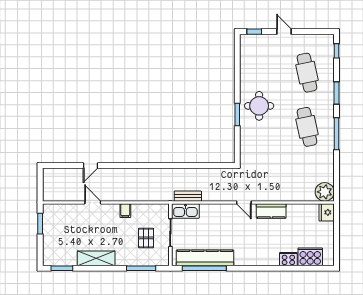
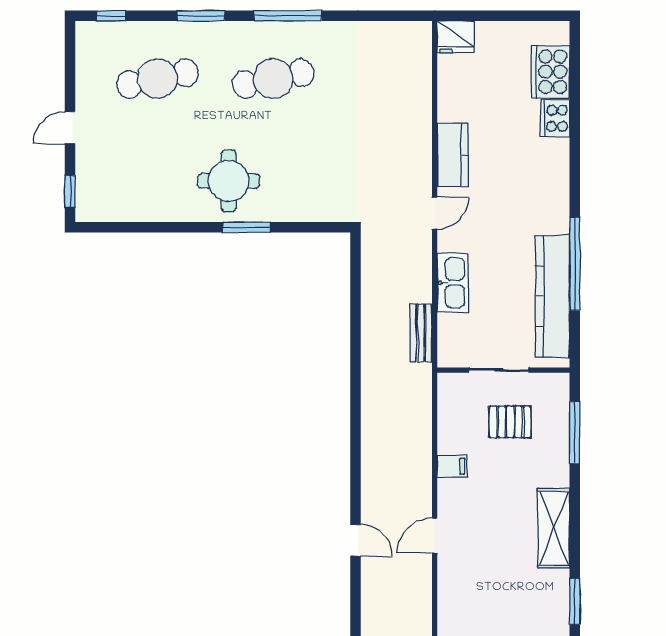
plant: (325, 192) -> (412, 41), removed
kitchen sink: (185, 211) -> (453, 283), moved
window: (204, 268) -> (575, 264), moved

